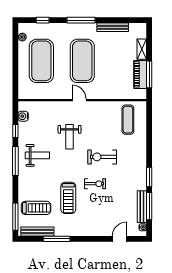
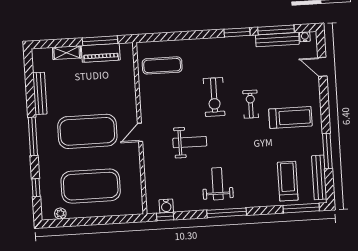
window: (15, 131) -> (165, 216), moved
treadmill: (68, 198) -> (290, 117), moved

